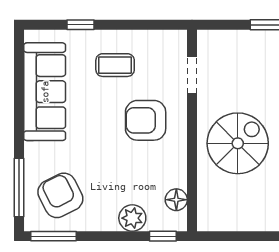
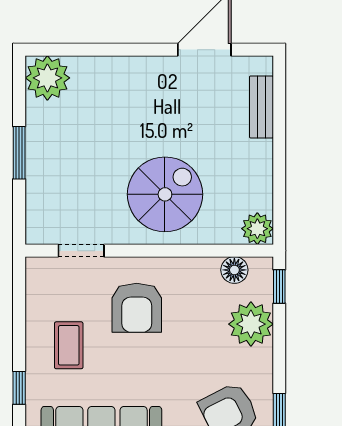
spiral stairs: (238, 143) -> (165, 194), turned 90
plant: (132, 218) -> (251, 324), width x1.36, depth x1.36
plant: (210, 218) -> (257, 229), added

